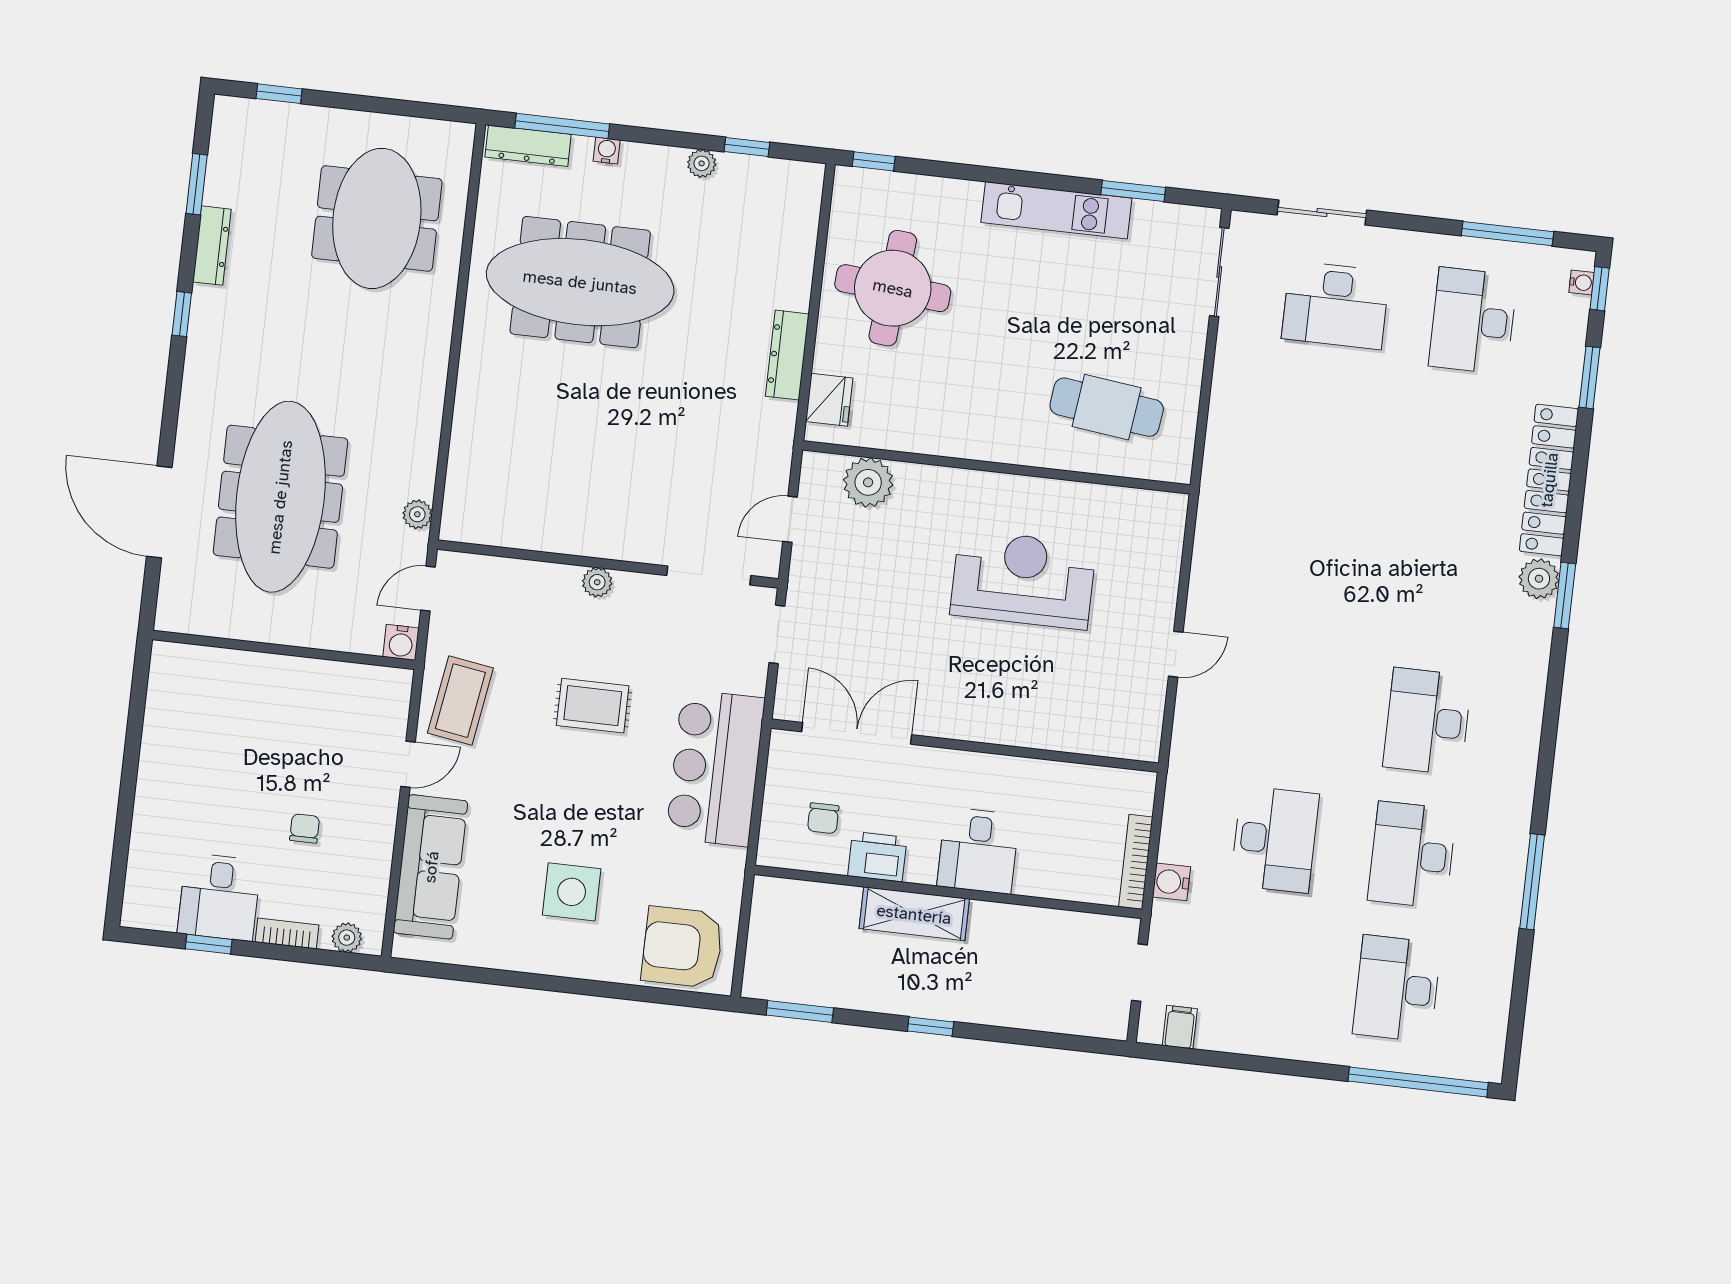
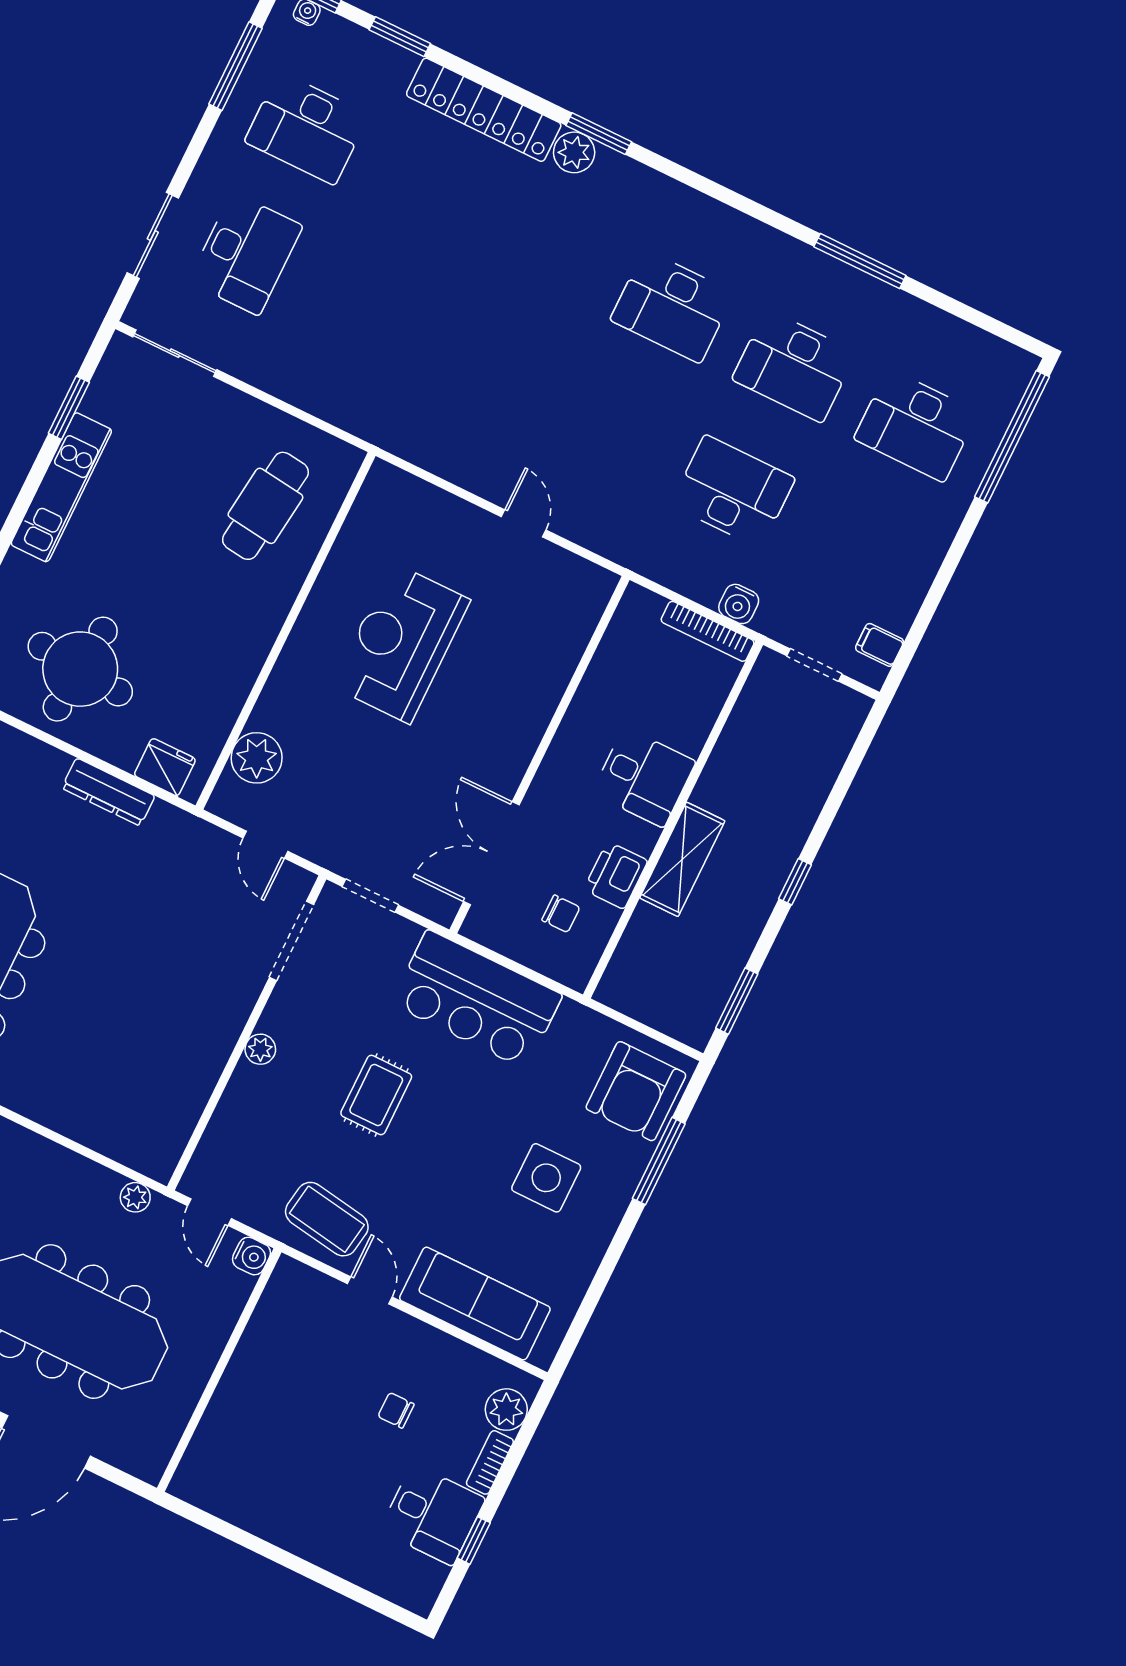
plant: (347, 938) -> (506, 1410), width x1.38, depth x1.38
window: (624, 992) -> (659, 1161), added

